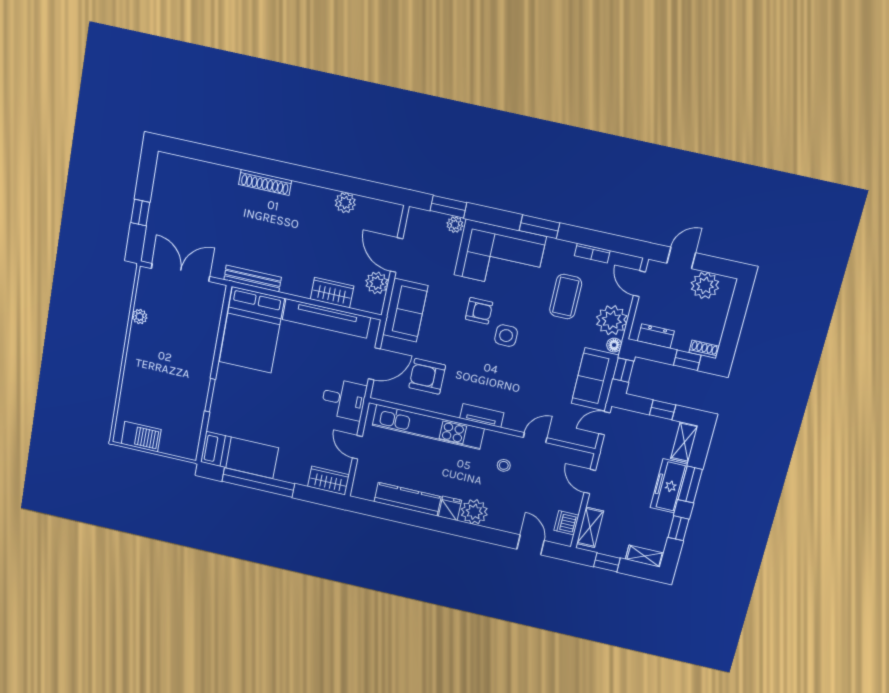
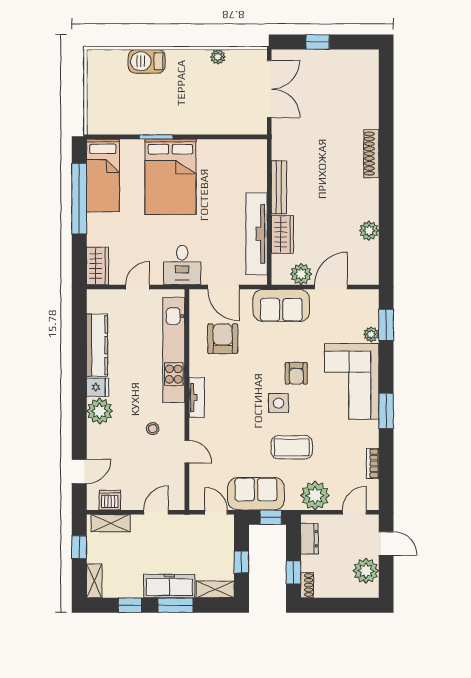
bench: (253, 278) -> (279, 187), moved
coffee table: (566, 297) -> (292, 447), moved
bed: (252, 330) -> (170, 177), moved, turned -90
floor lamp: (614, 345) -> (292, 503), removed
barbecue: (141, 437) -> (147, 61), moved, turned 90

